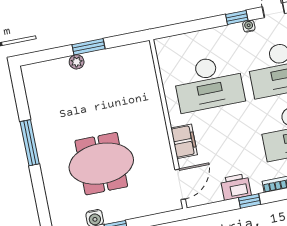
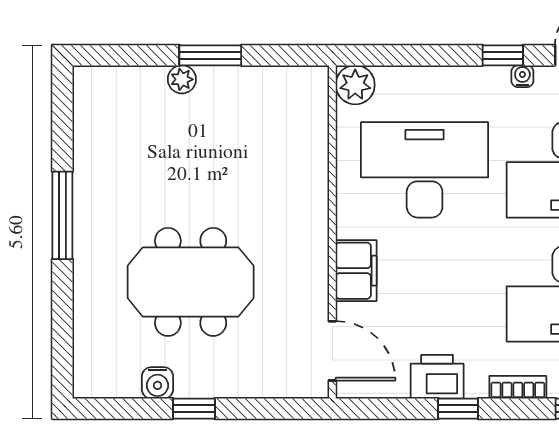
plant: (165, 47) -> (355, 85), added
desk: (209, 83) -> (425, 170), turned 180
door: (180, 184) -> (332, 351), hinge flipped

